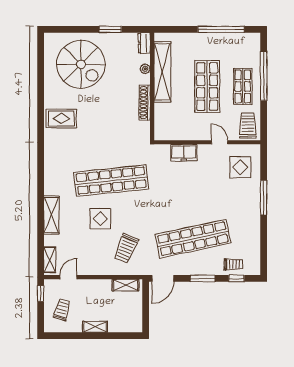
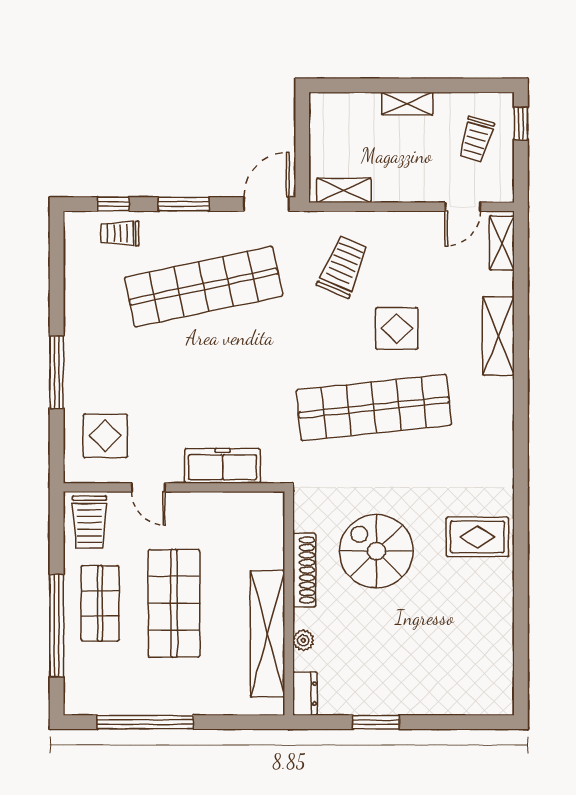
spiral stairs: (81, 64) -> (376, 551), moved, width x0.73, depth x0.73
freezer: (184, 153) -> (222, 466), width x1.40
window: (41, 294) -> (521, 123), moved

